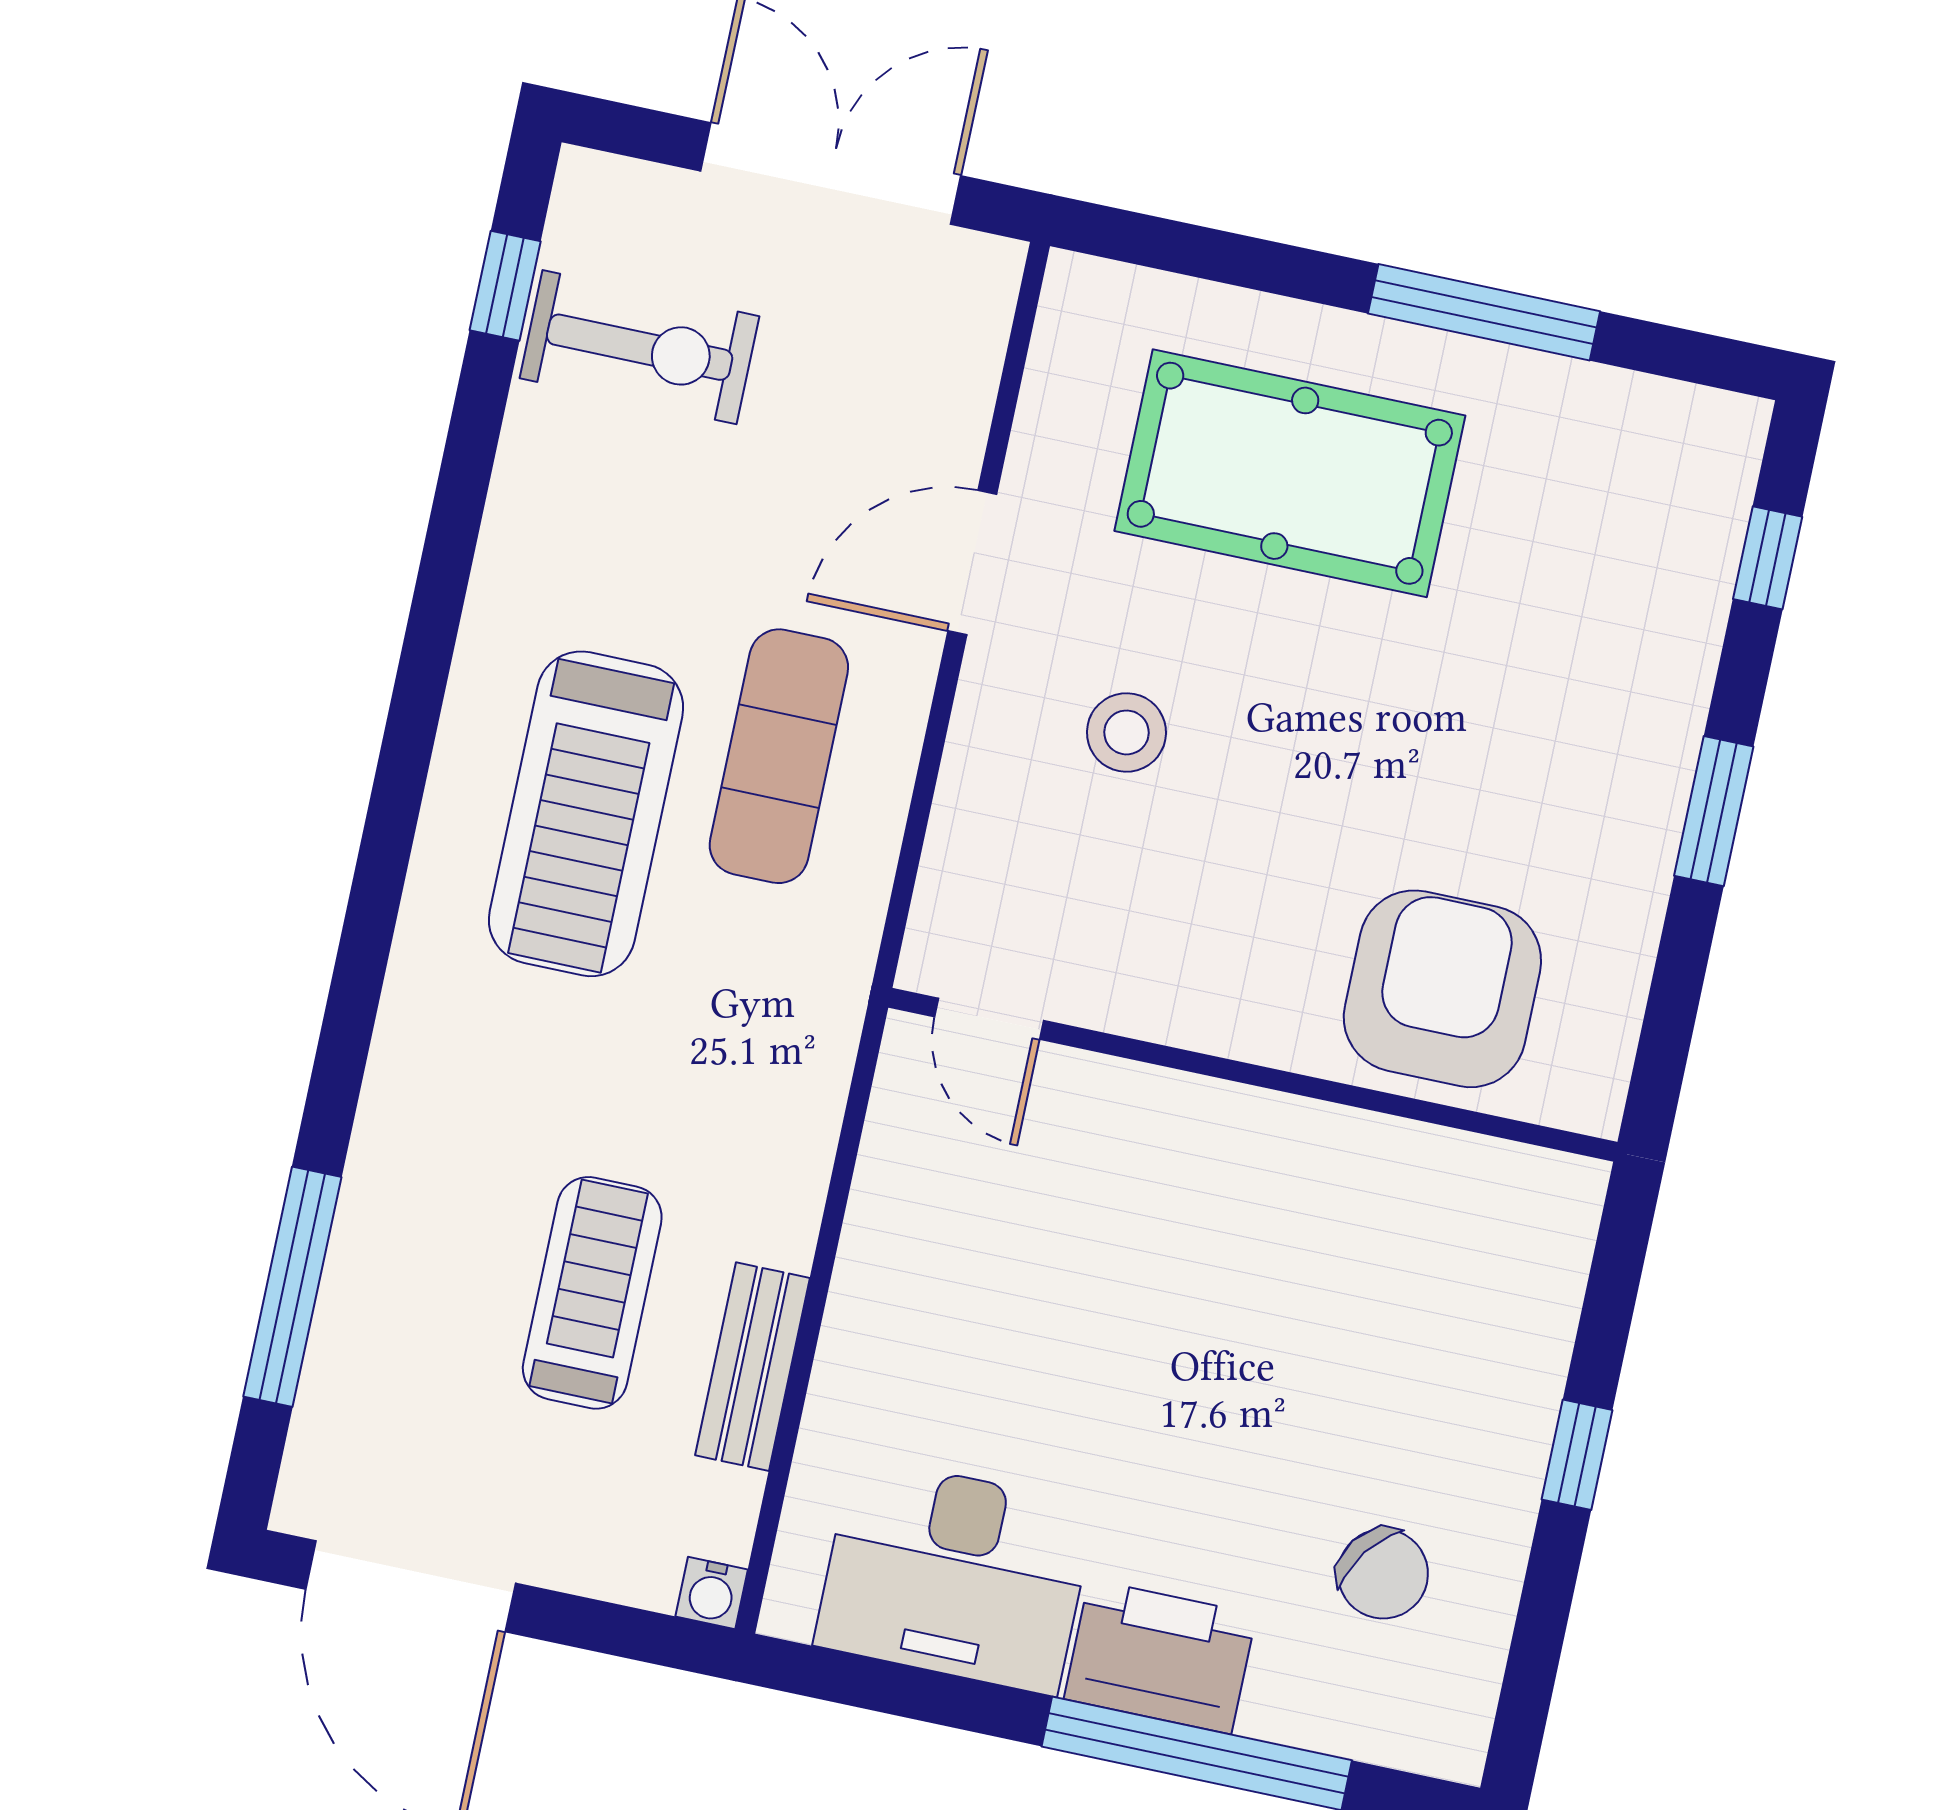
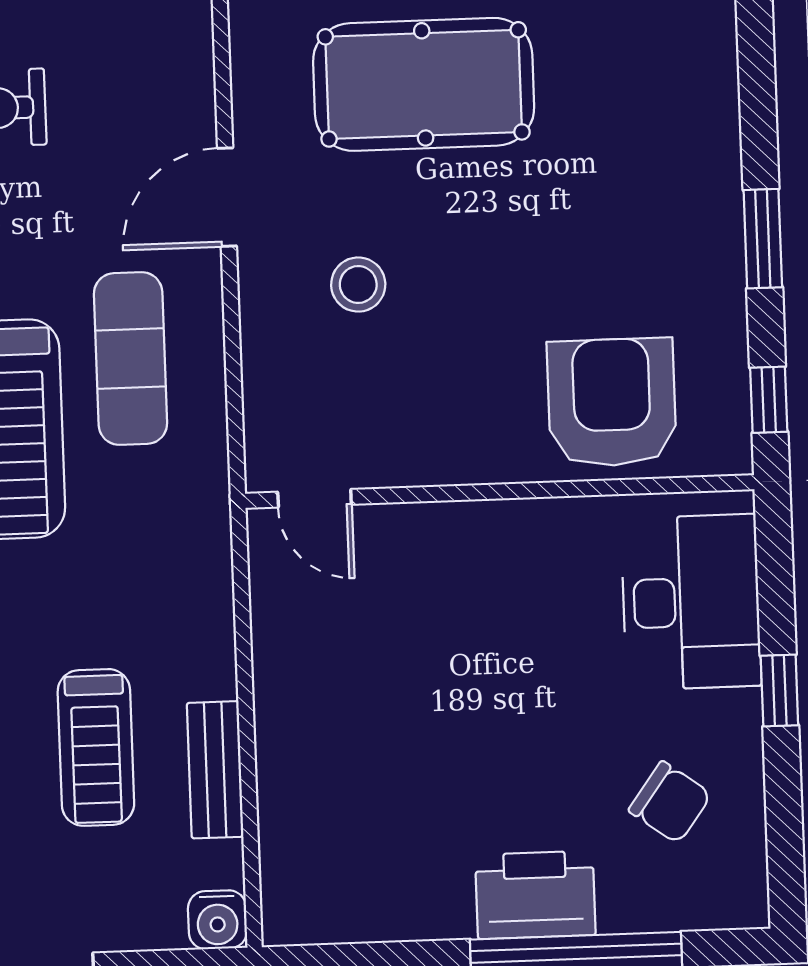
window: (1768, 558) -> (769, 400), moved
treadmill: (592, 1293) -> (96, 747), turned 180
desk: (955, 1575) -> (691, 602), moved, turned -90
water cooler: (712, 1593) -> (217, 920), width x1.38, depth x1.38

